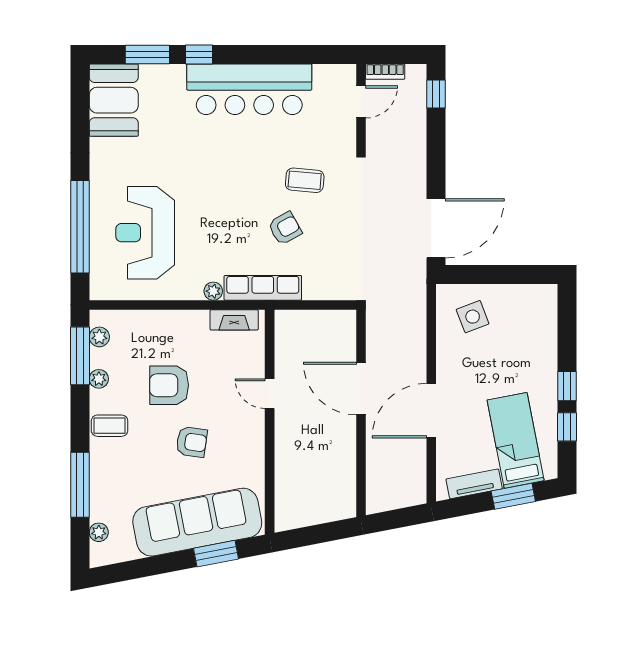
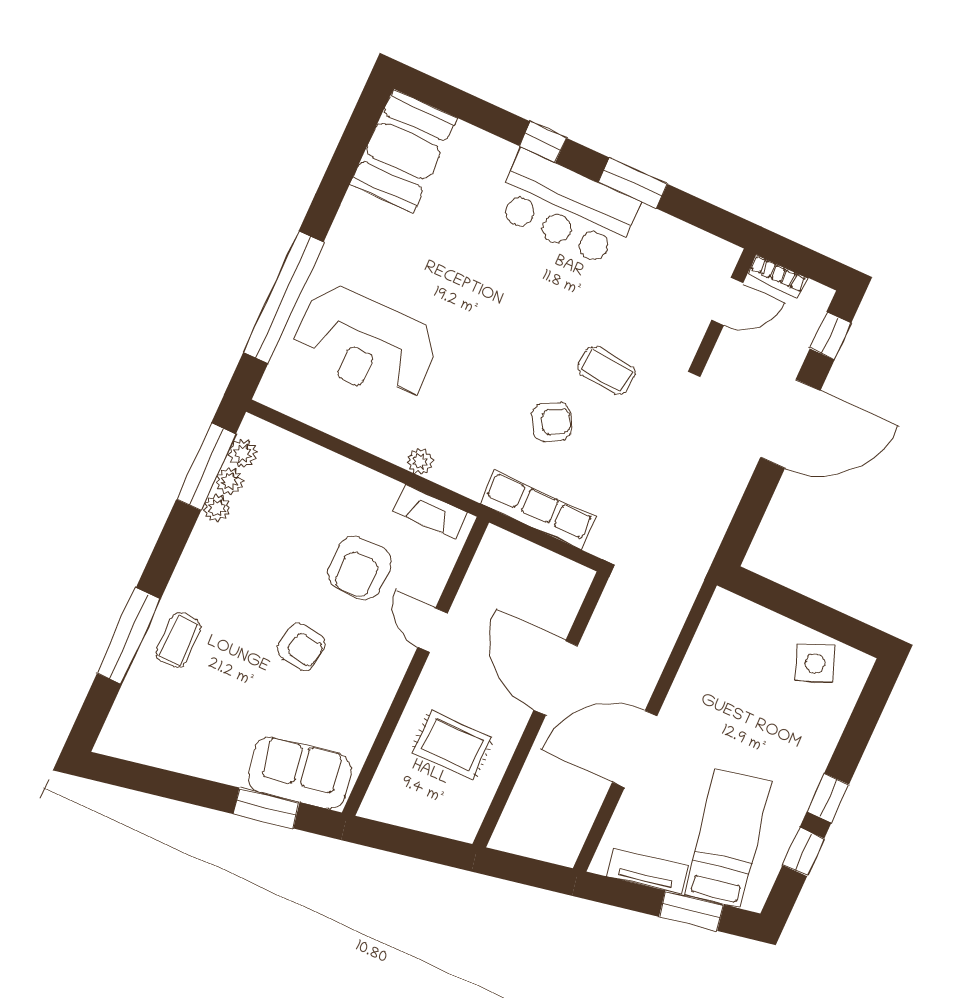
window: (147, 54) -> (633, 183), moved
bar counter: (249, 89) -> (566, 208), width x0.73
door: (436, 228) -> (790, 424), moved
reception desk: (145, 233) -> (365, 344), turned -90
row of seats: (263, 288) -> (538, 510), moved
side table: (473, 317) -> (815, 663), moved
armchair: (169, 385) -> (359, 568), moved, turned -90
coffee table: (110, 426) -> (179, 640), moved, turned 90
rug: (315, 460) -> (452, 745), added
sofa: (197, 522) -> (300, 773), width x0.54, depth x0.79
plant: (99, 532) -> (229, 481), moved

